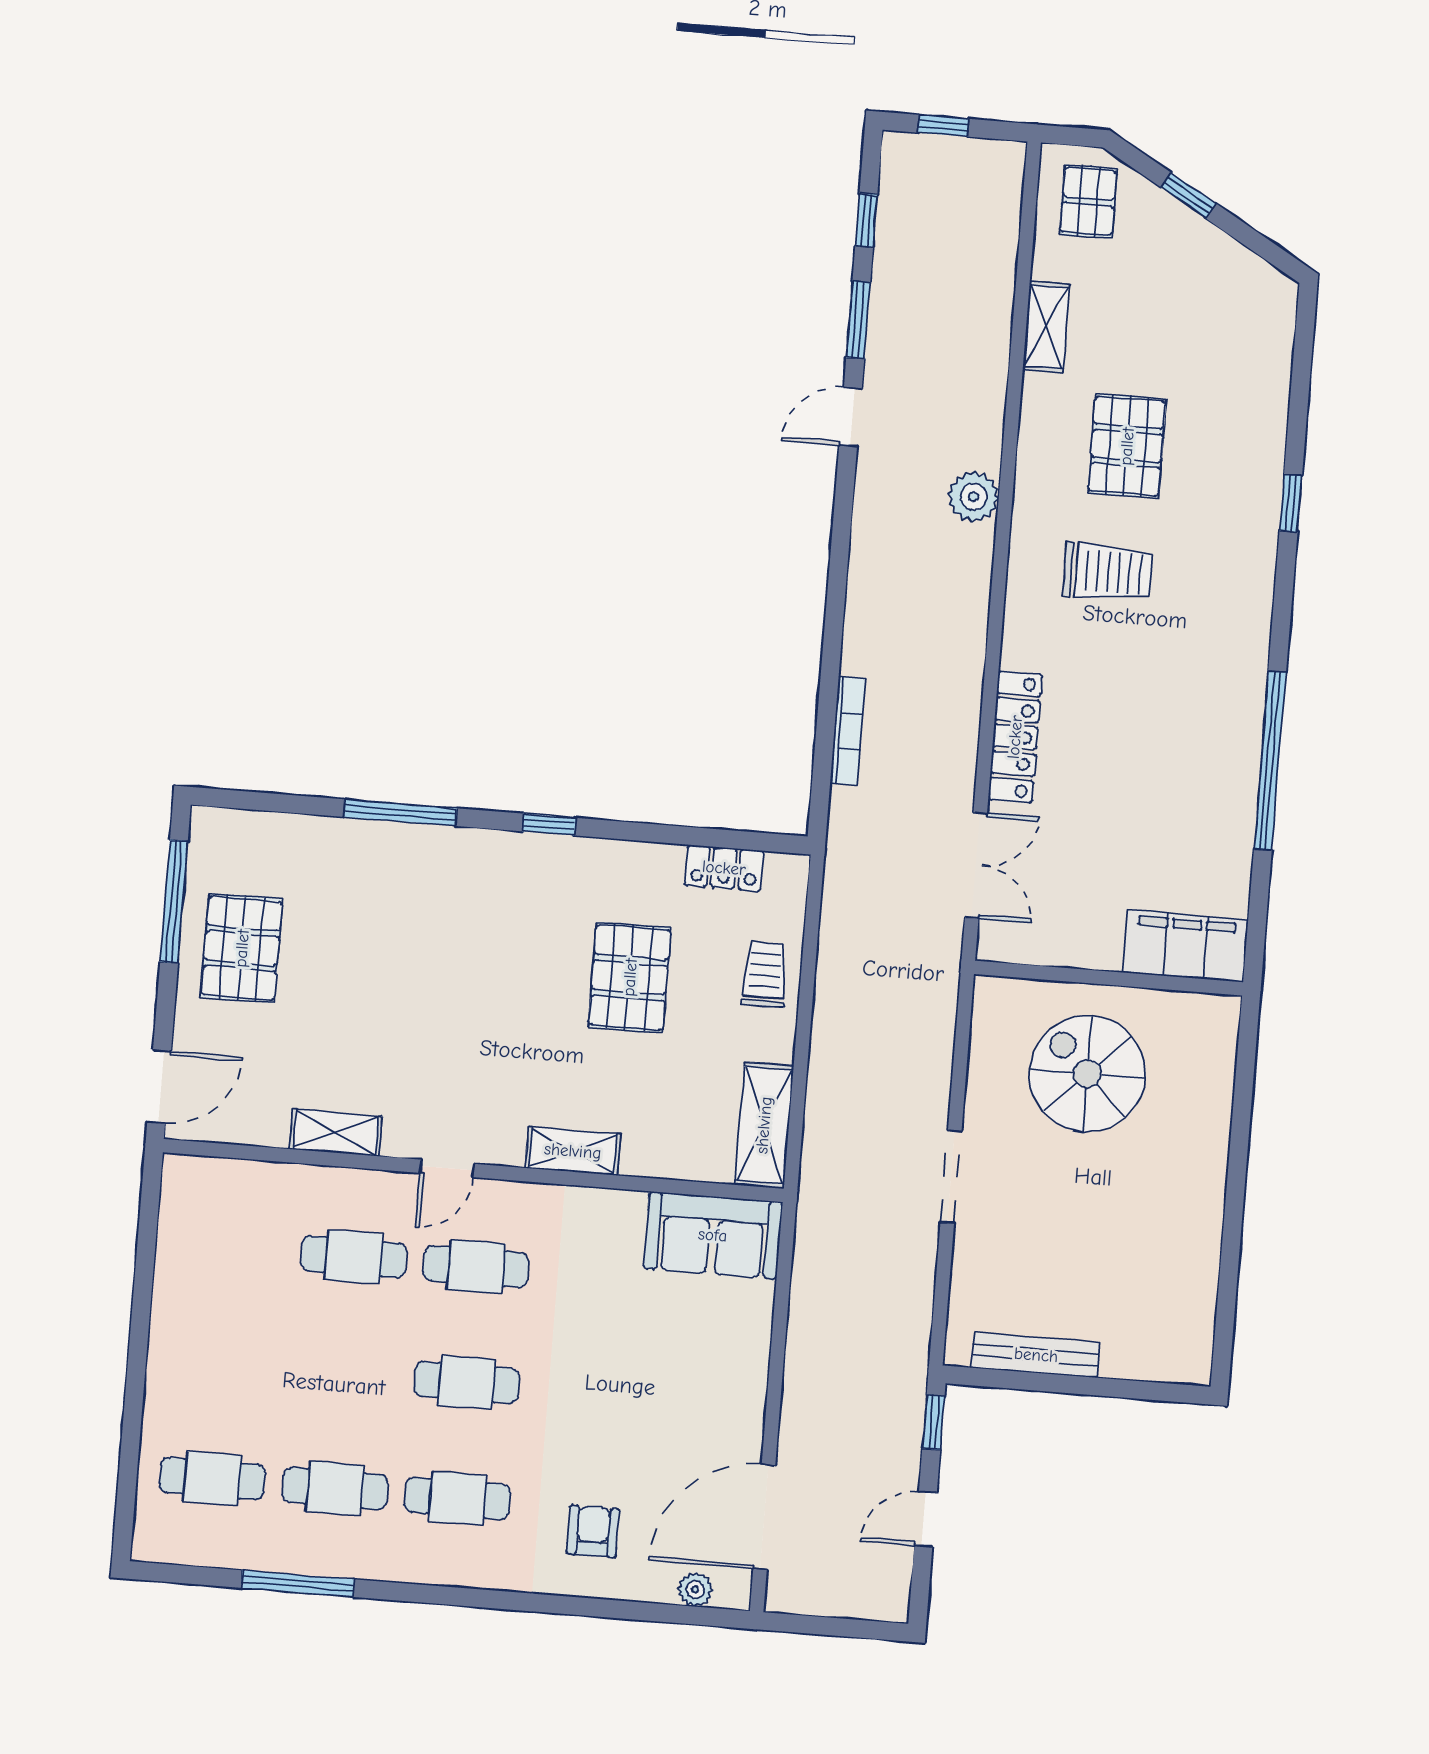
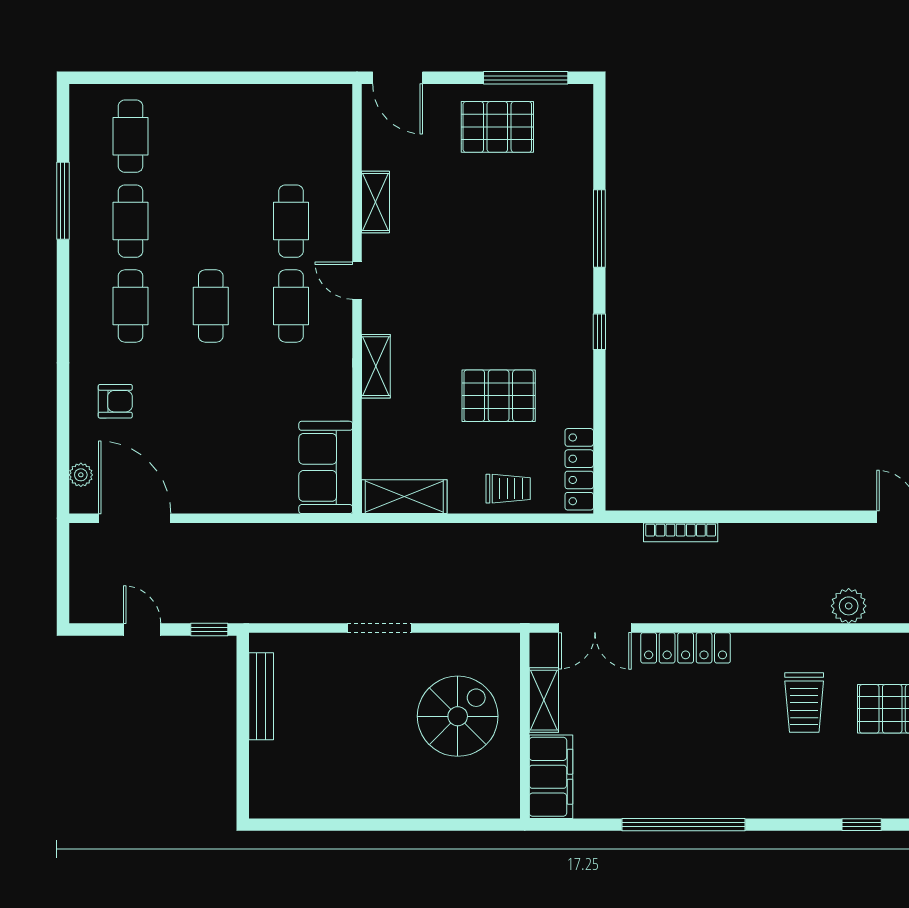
locker: (724, 868) -> (579, 469), width x1.53
shelving: (1074, 947) -> (544, 700), added

